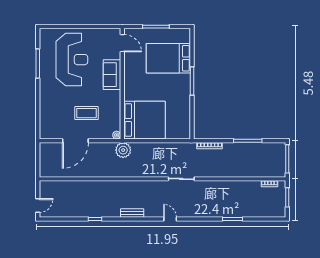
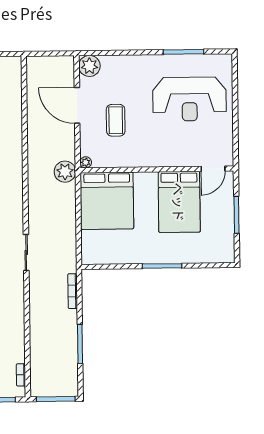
bed: (168, 58) -> (179, 202), moved, turned 180
sofa: (112, 75) -> (169, 155), removed
plant: (47, 132) -> (89, 66), added

